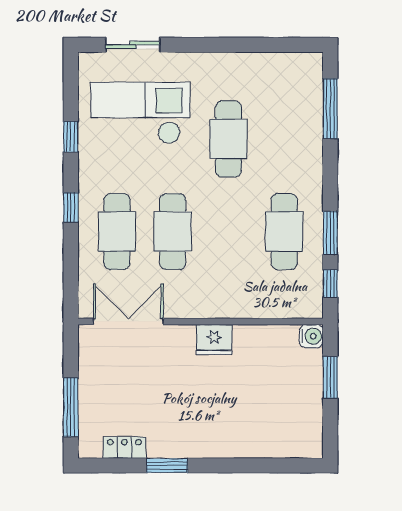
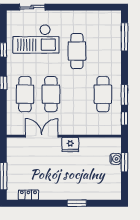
checkout: (140, 113) -> (36, 39), turned 180
double door: (128, 321) -> (42, 136), moved
water cooler: (311, 336) -> (116, 159), moved
window: (167, 465) -> (77, 203), moved

